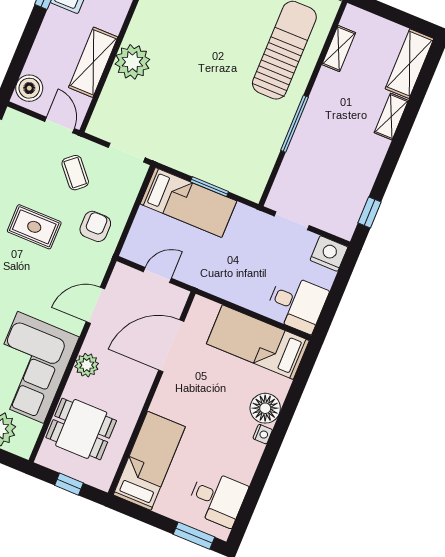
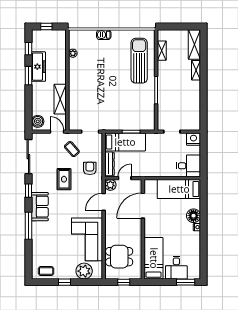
plant: (132, 62) -> (77, 92), removed
window: (370, 212) -> (203, 115), removed
rug: (34, 227) -> (64, 179), turned 90
dresser: (139, 234) -> (110, 164), added
plant: (87, 365) -> (110, 185), moved
desk: (217, 498) -> (176, 268), moved, turned 90

